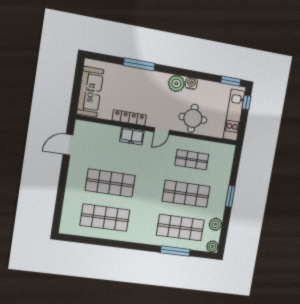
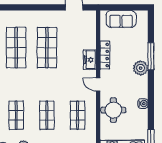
plant: (176, 83) -> (141, 68), moved
sofa: (90, 92) -> (121, 19), width x0.73
shop shelf: (186, 194) -> (47, 115), width x0.70, depth x0.74
shop shelf: (180, 228) -> (16, 115), width x0.70, depth x0.74

